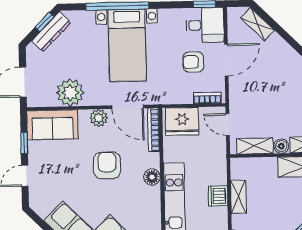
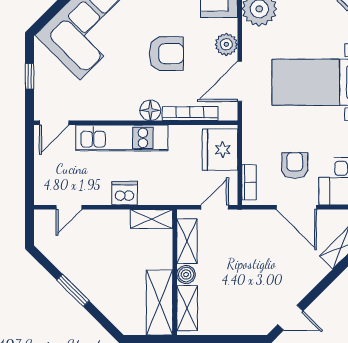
bookcase: (154, 130) -> (190, 114), moved
shelving: (238, 197) -> (151, 219), moved

